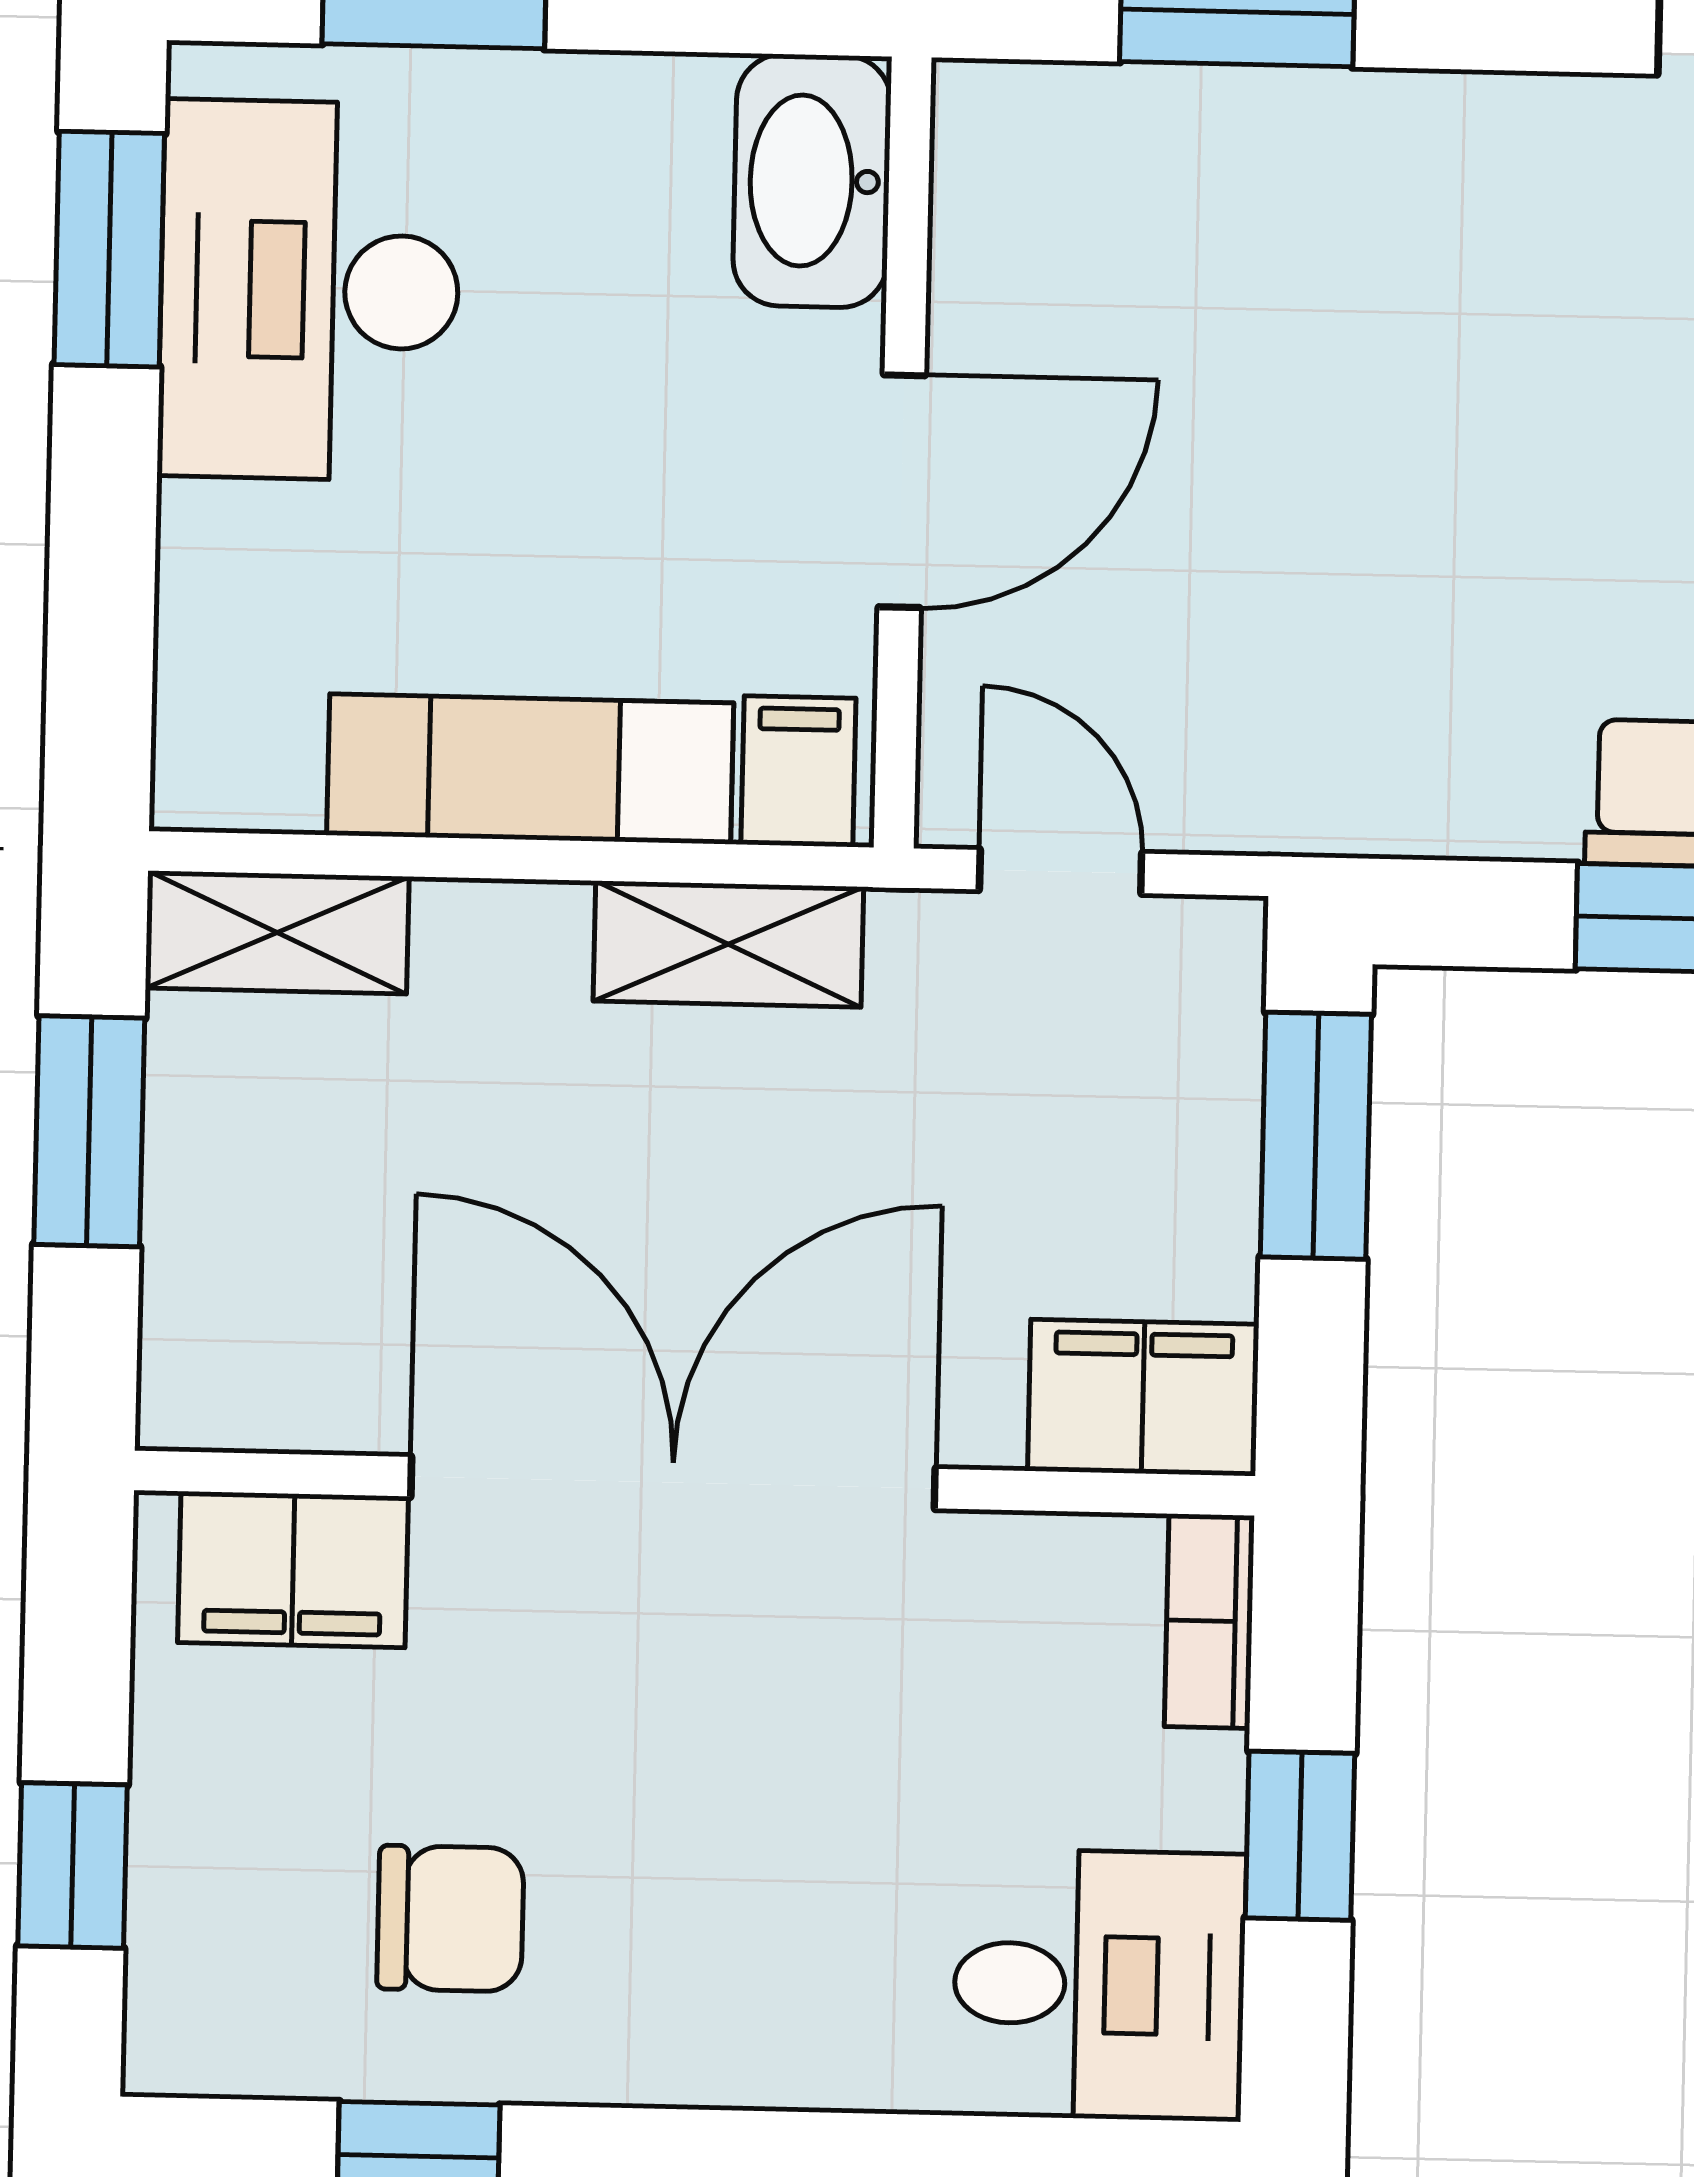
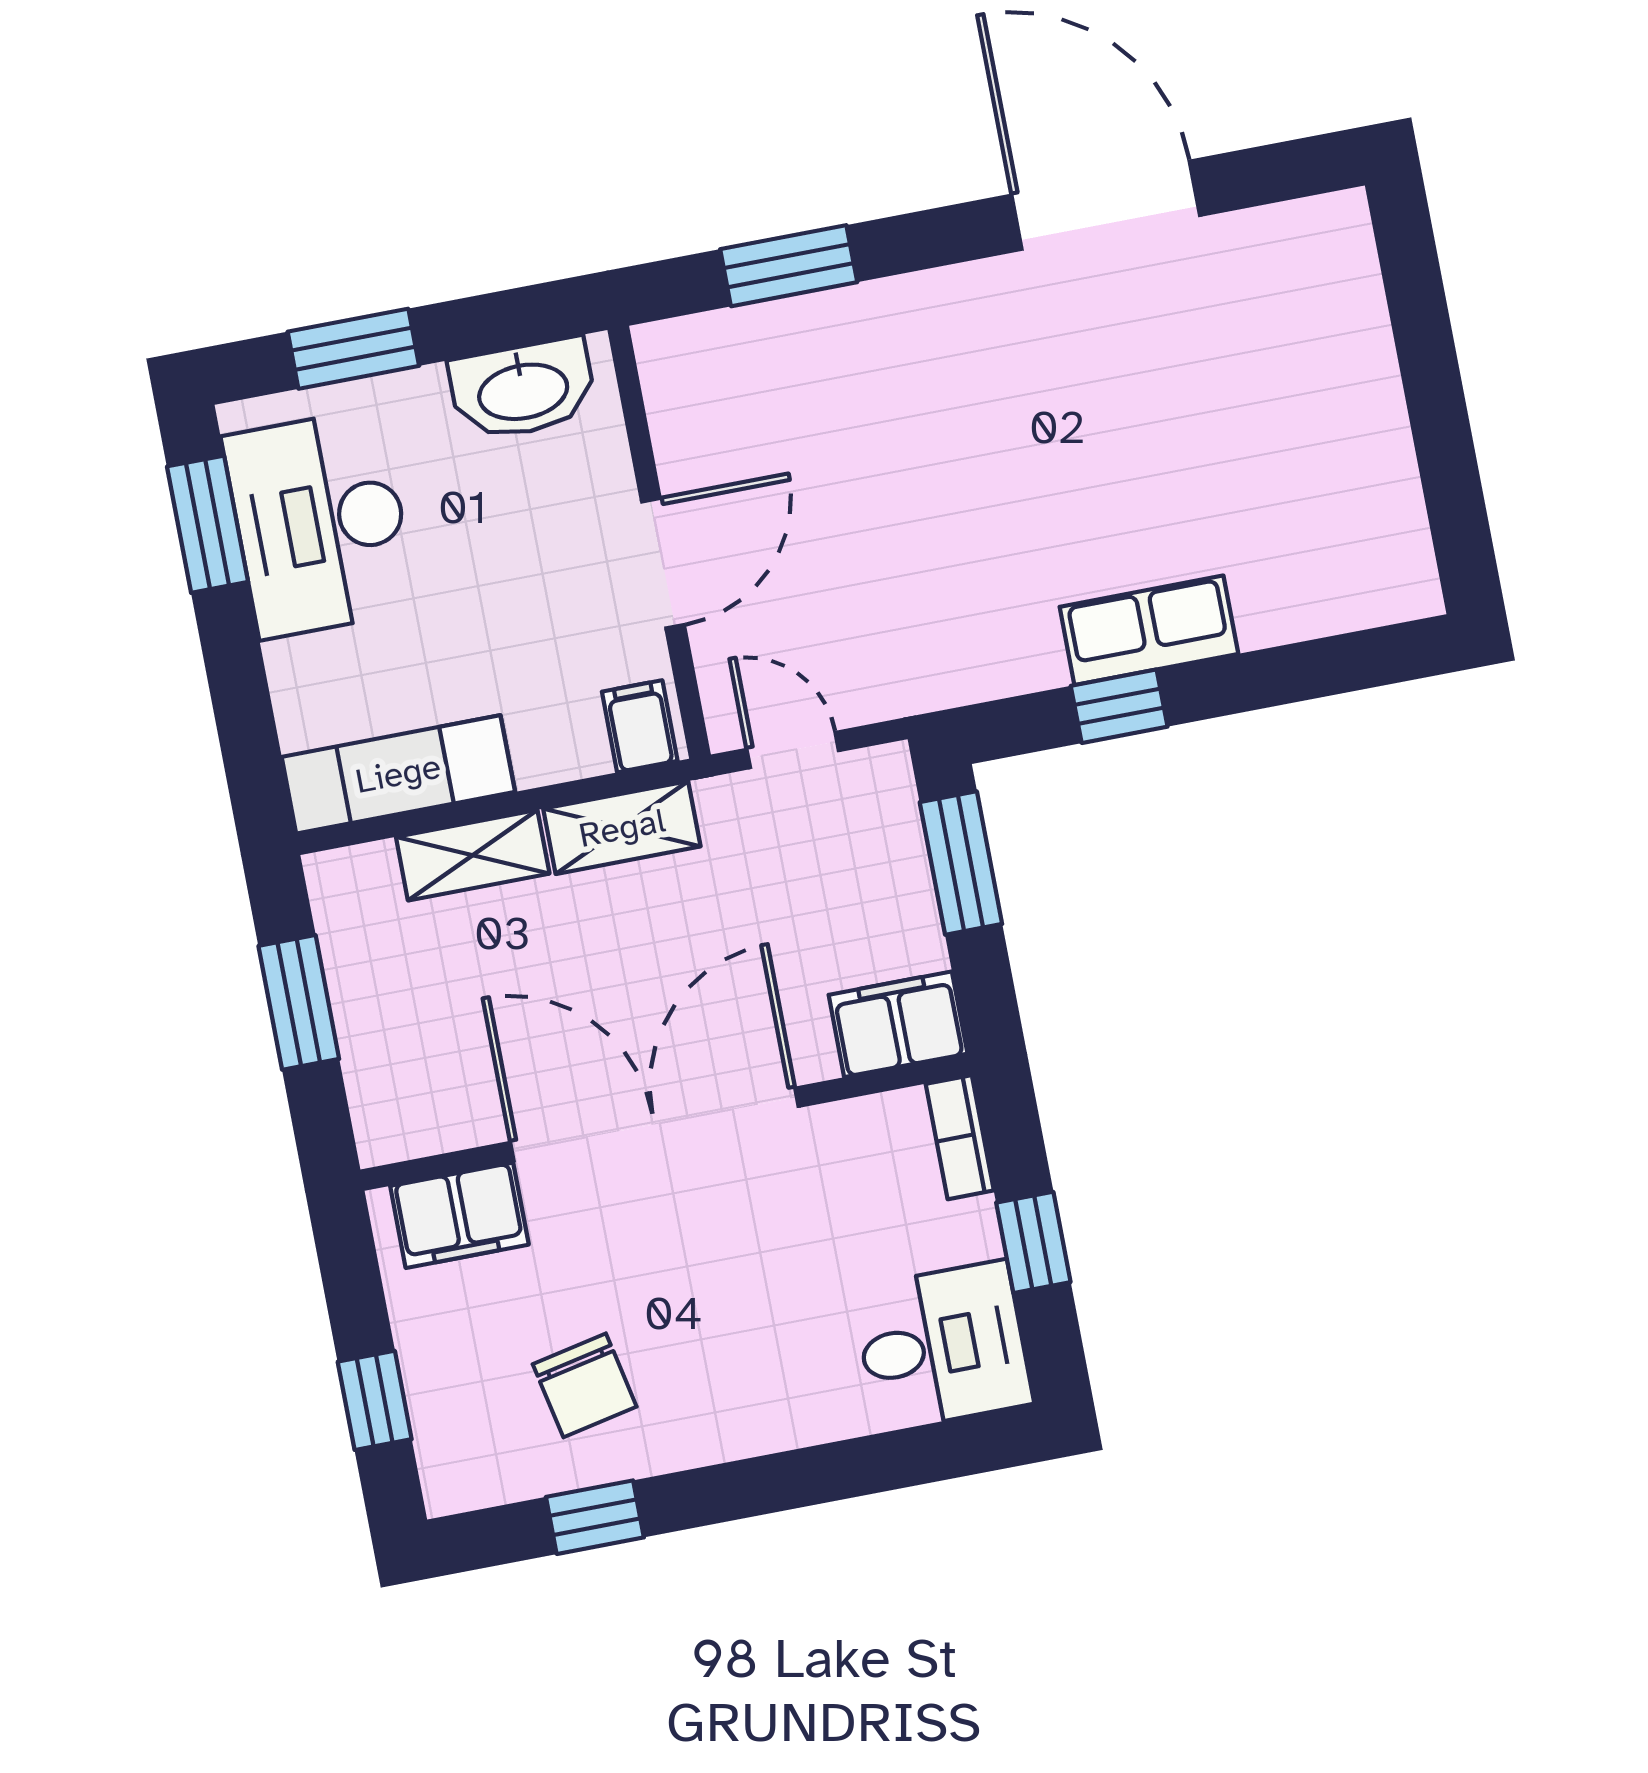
washbasin: (812, 181) -> (523, 389), moved, turned -90
exam couch: (530, 769) -> (398, 774), moved
shelving: (277, 932) -> (473, 855), moved
chair: (450, 1919) -> (585, 1385), turned 78

